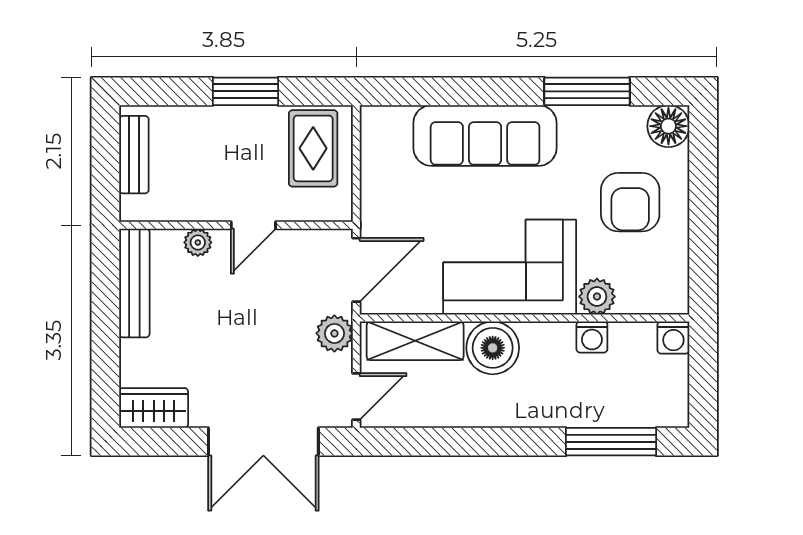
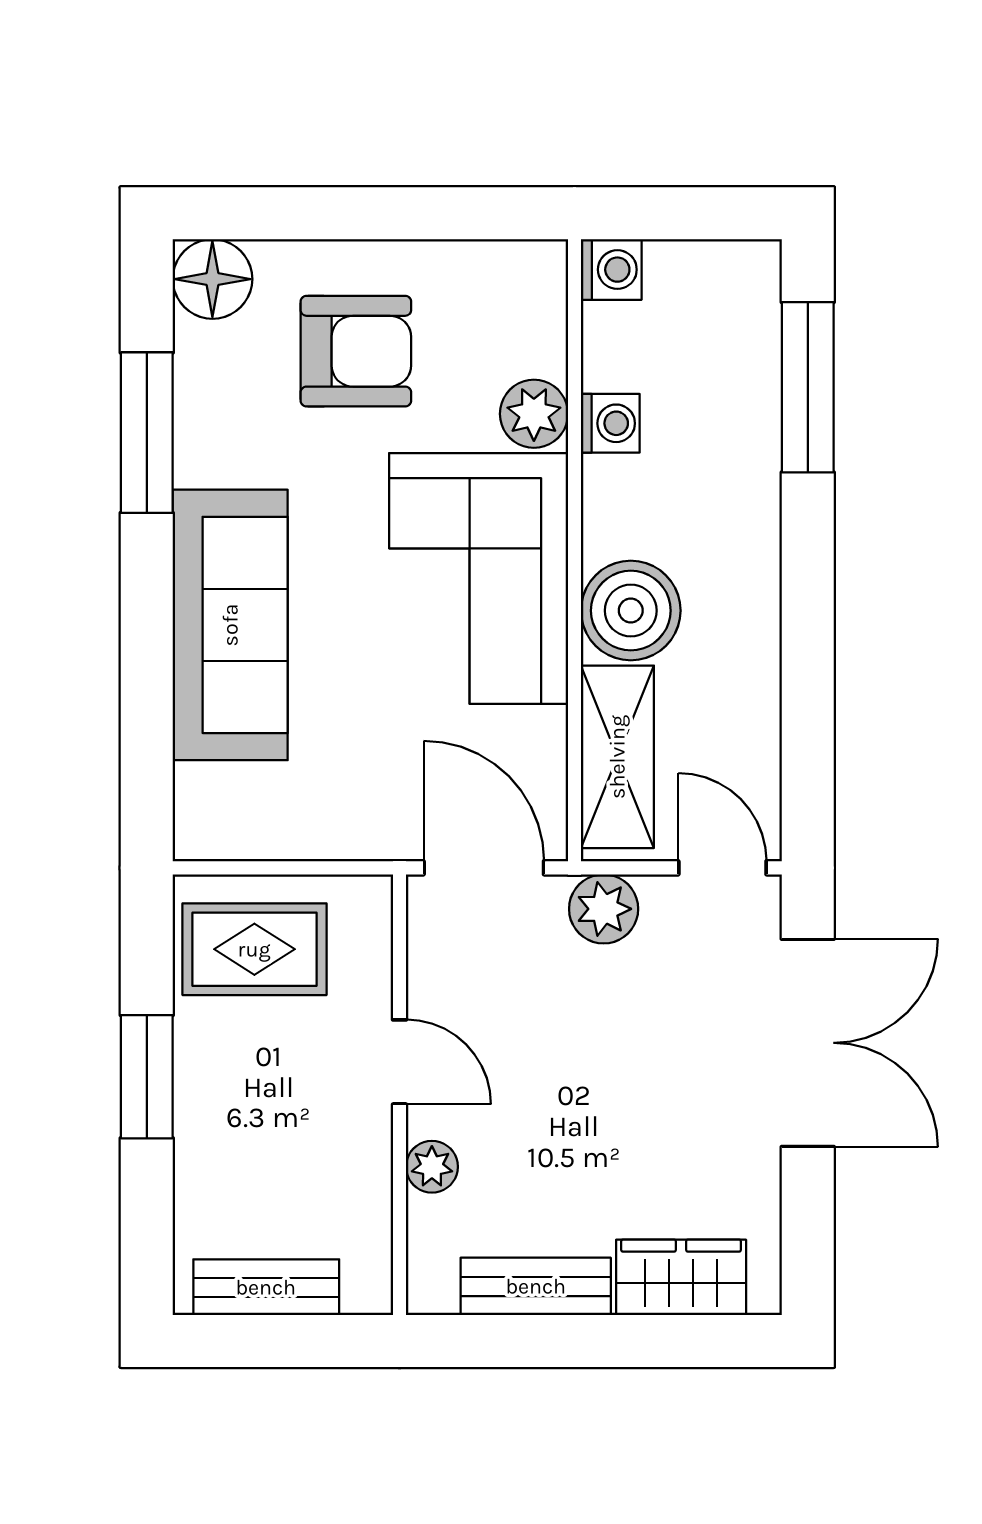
bench: (134, 283) -> (536, 1286), width x0.73
wardrobe: (154, 408) -> (681, 1277), moved, turned 90

